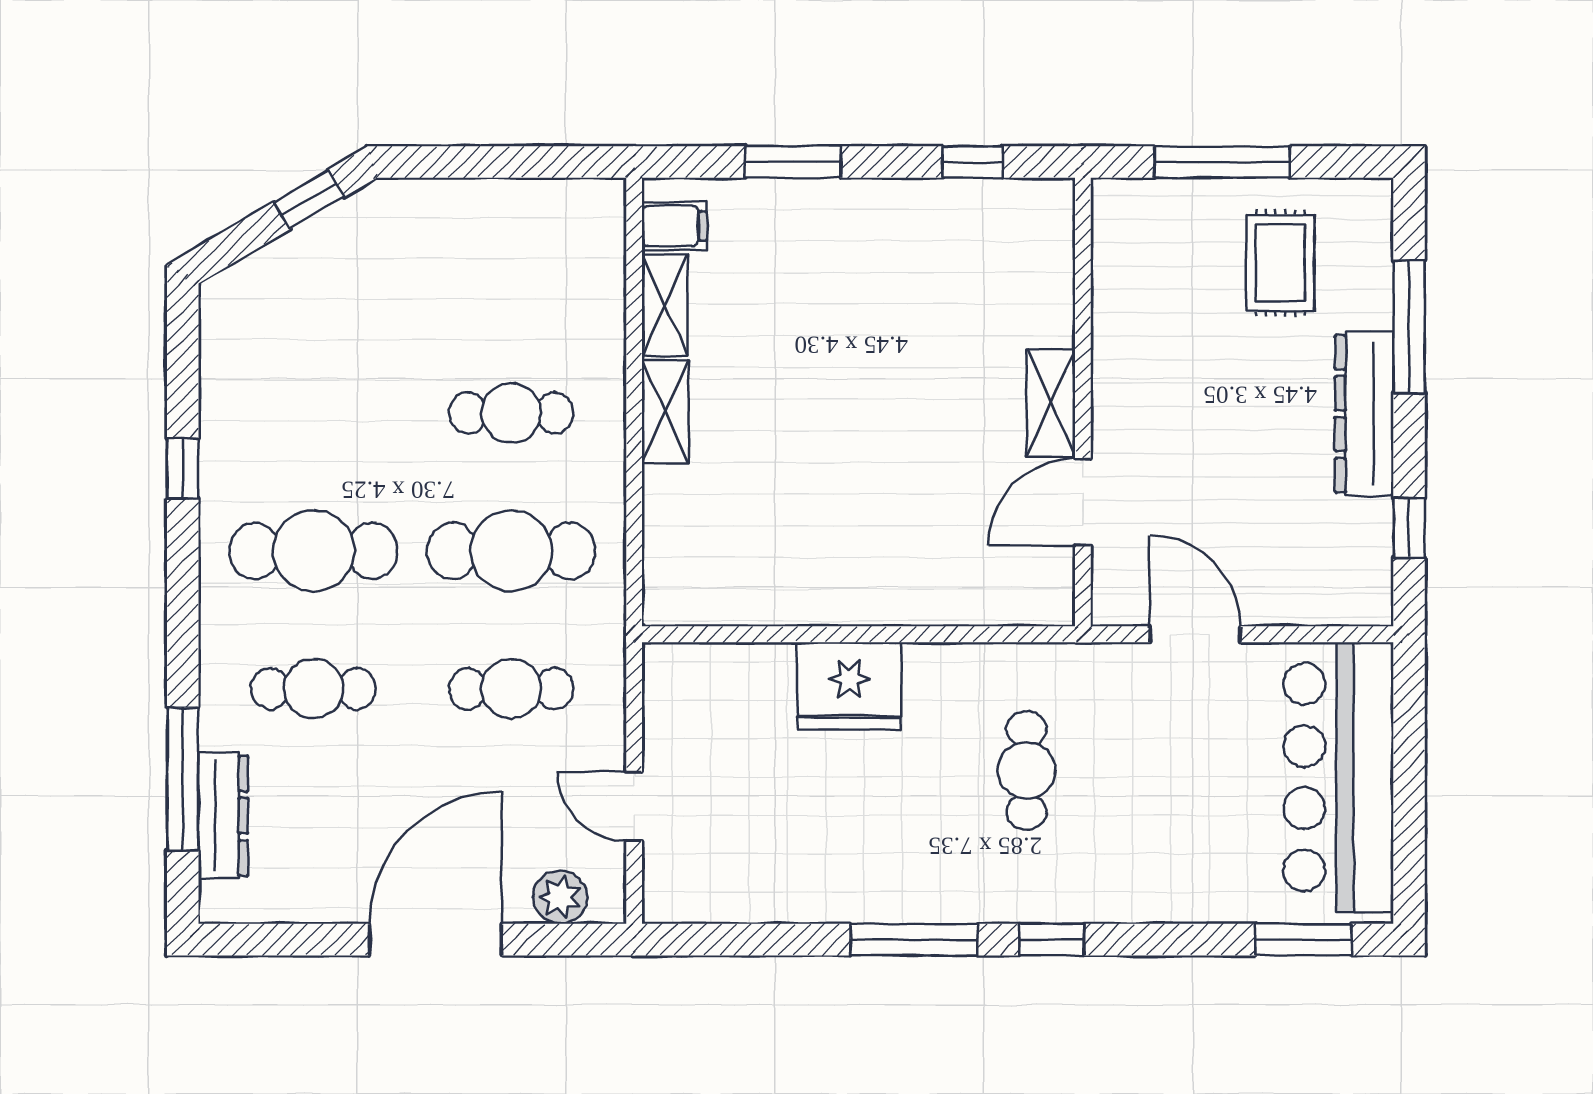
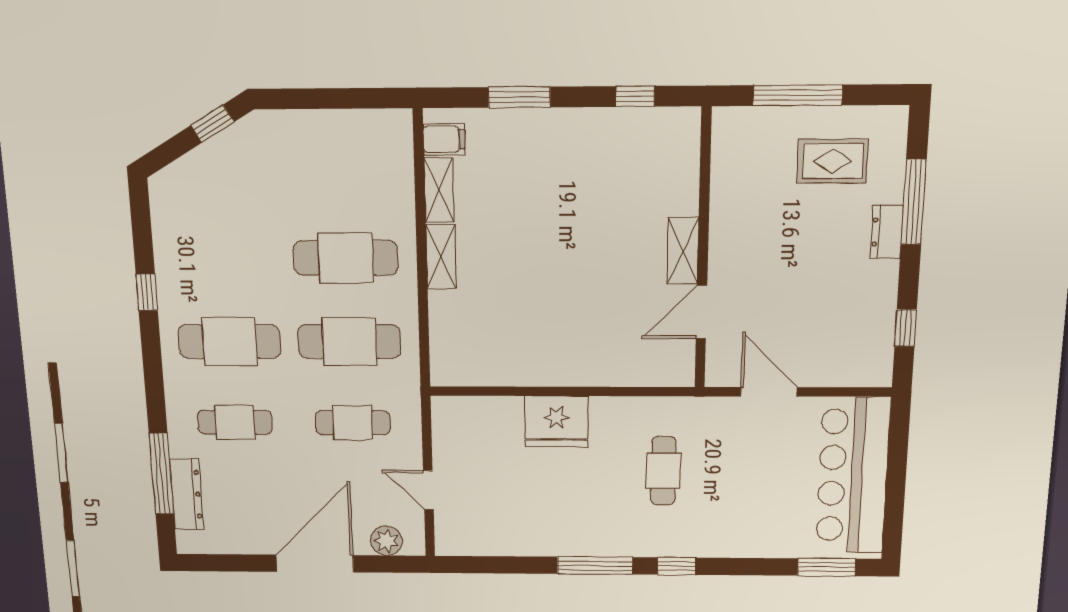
rug: (1280, 263) -> (833, 161), turned 90
cafe table: (511, 413) -> (346, 258), width x1.37, depth x1.35
dresser: (1364, 414) -> (887, 232), width x0.51, depth x0.80

